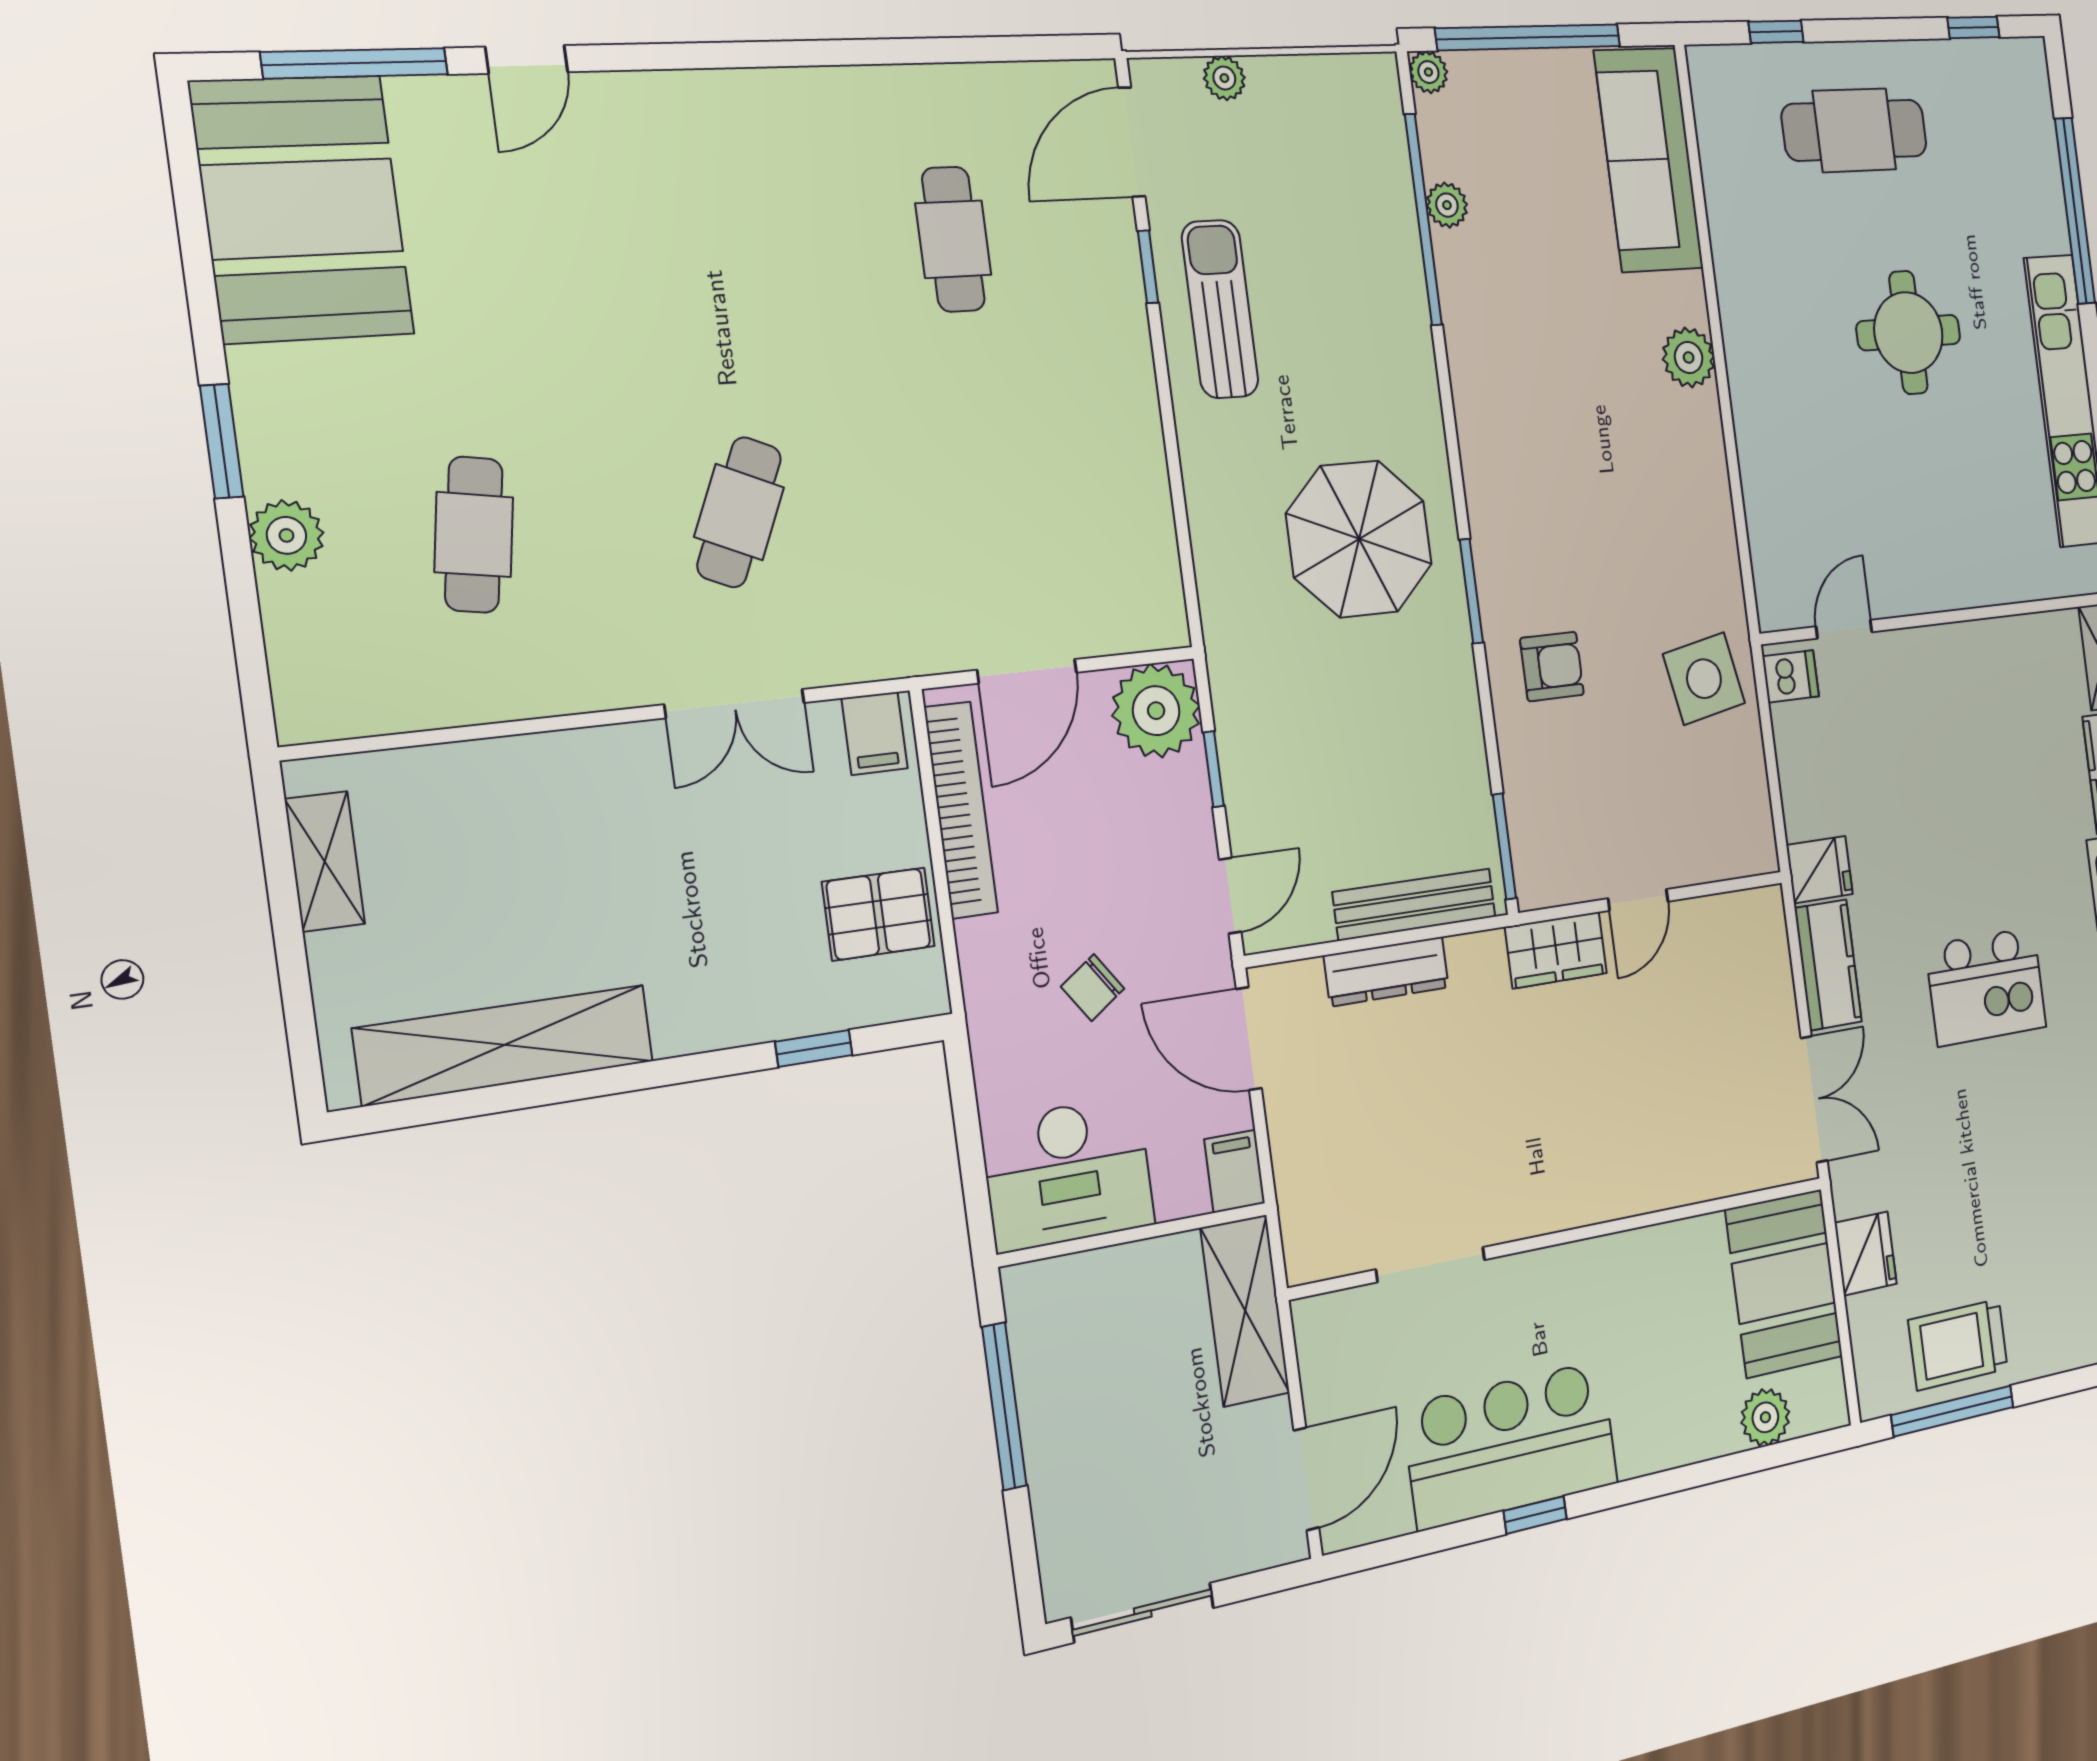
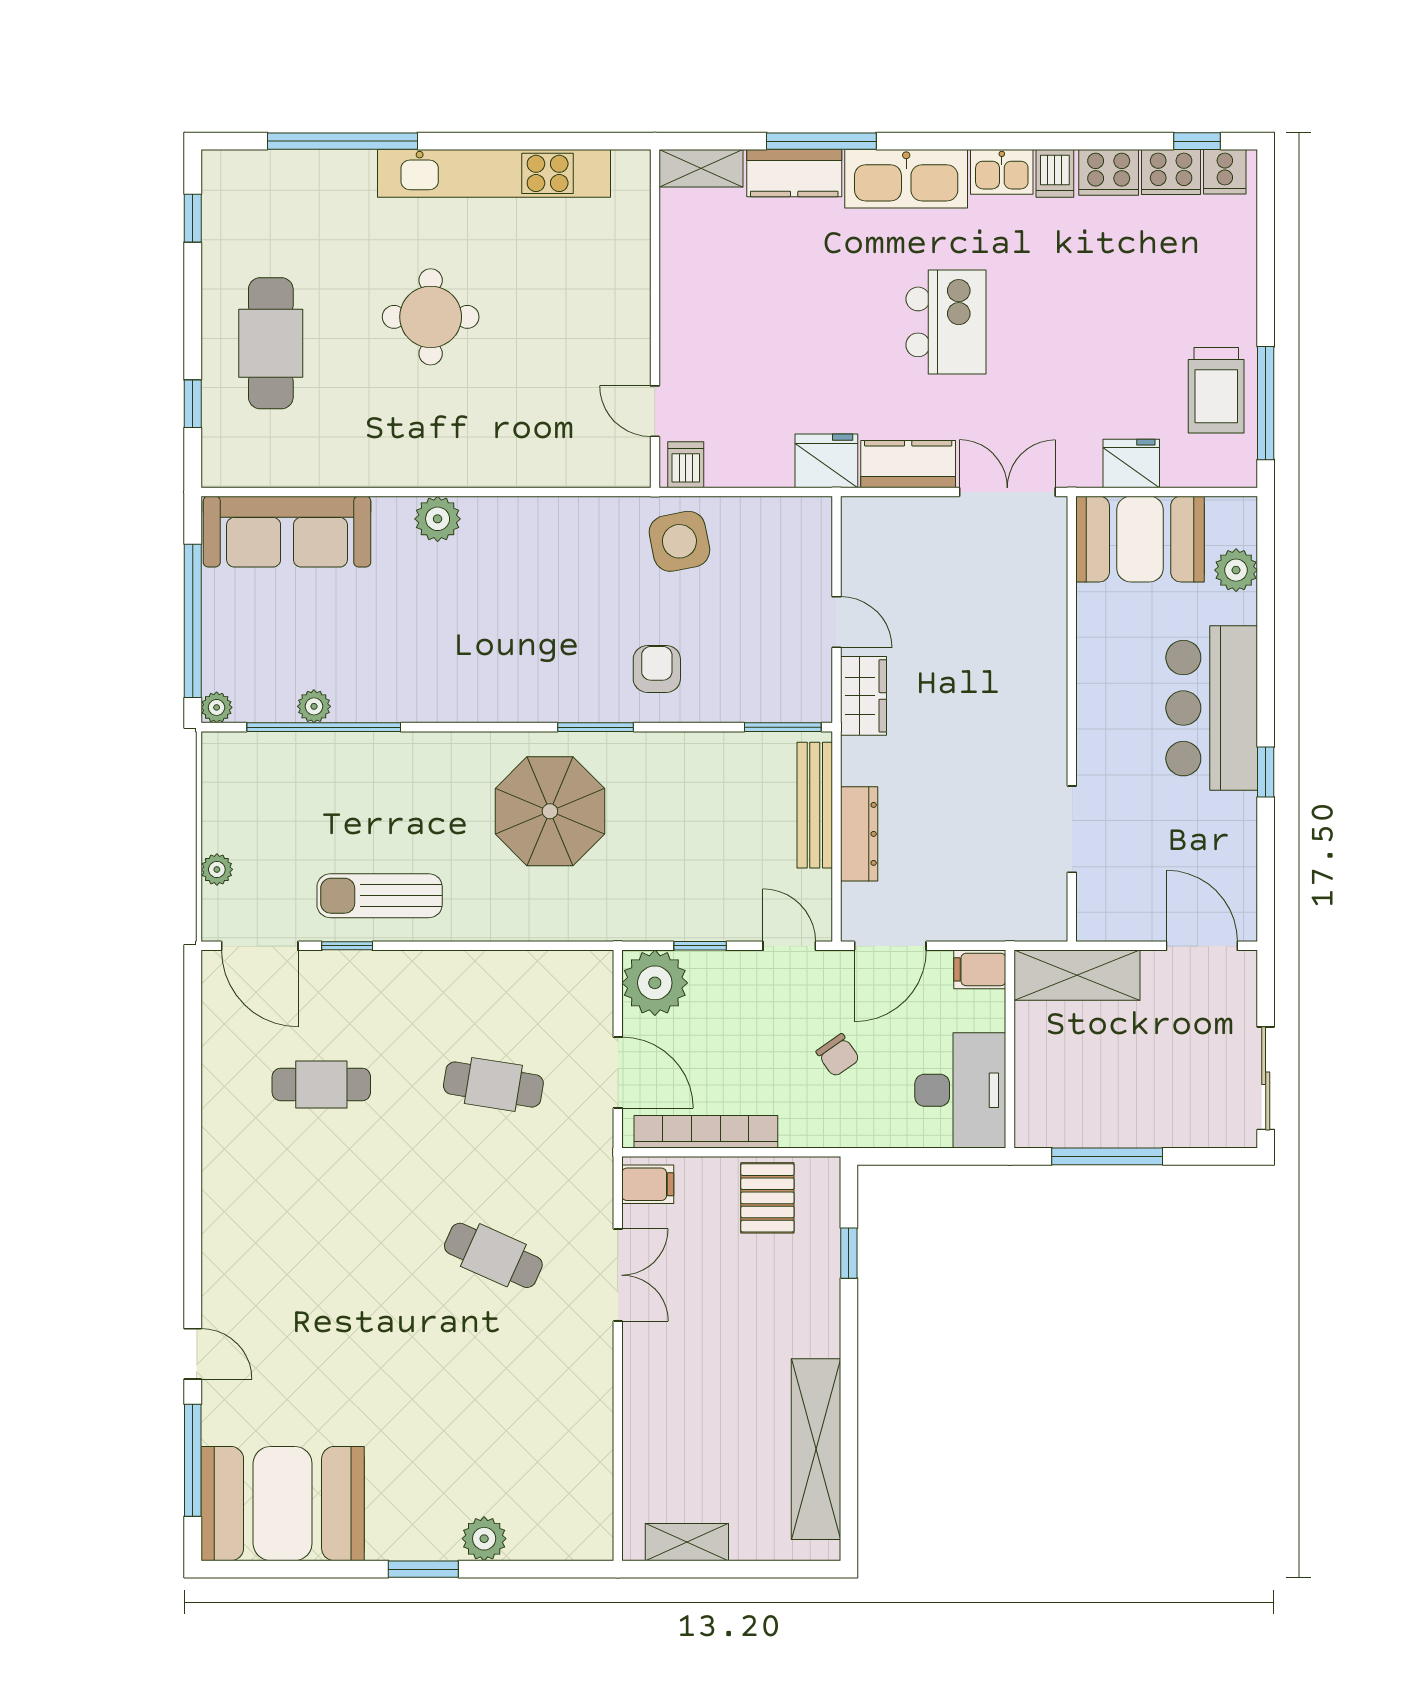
cafe table: (474, 535) -> (493, 1084), moved
fridge: (1820, 870) -> (826, 461), width x1.38
bar counter: (1511, 1445) -> (1212, 708), moved

